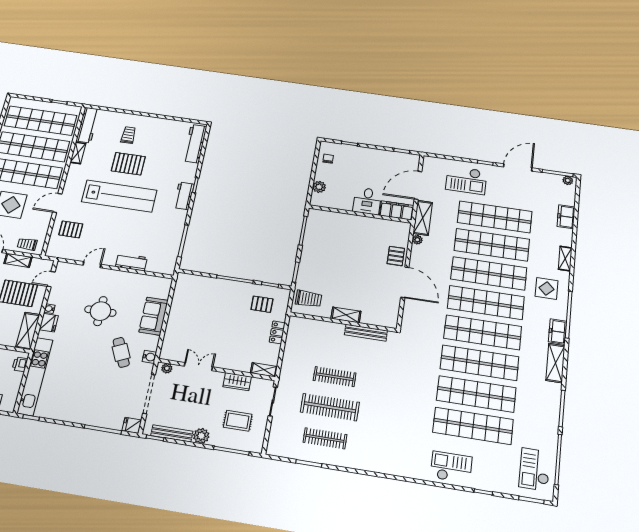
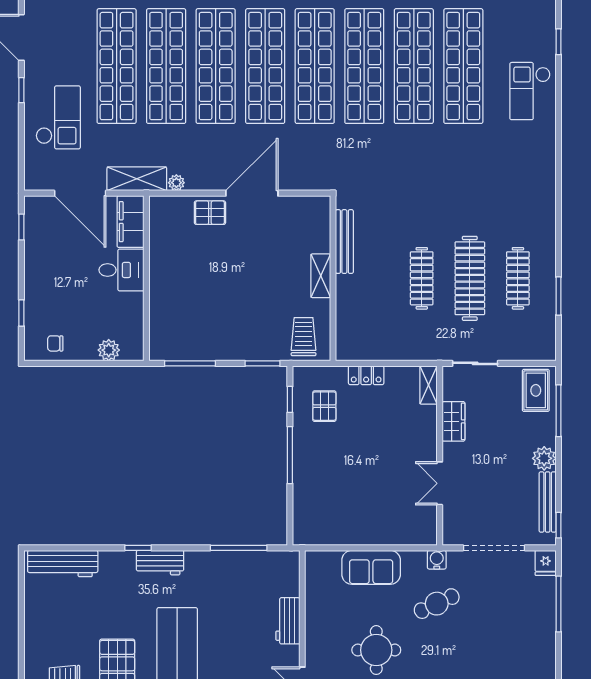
plant: (167, 368) -> (450, 530), removed
rug: (238, 421) -> (536, 390), moved

